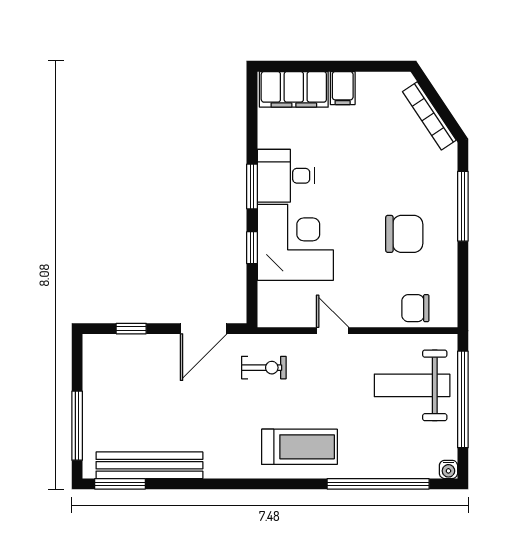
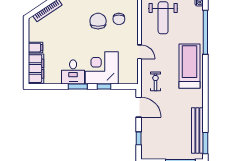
chair: (415, 308) -> (119, 19), moved
door: (333, 331) -> (140, 52), swing flipped
treadmill: (300, 447) -> (189, 66), width x1.37, depth x1.38

